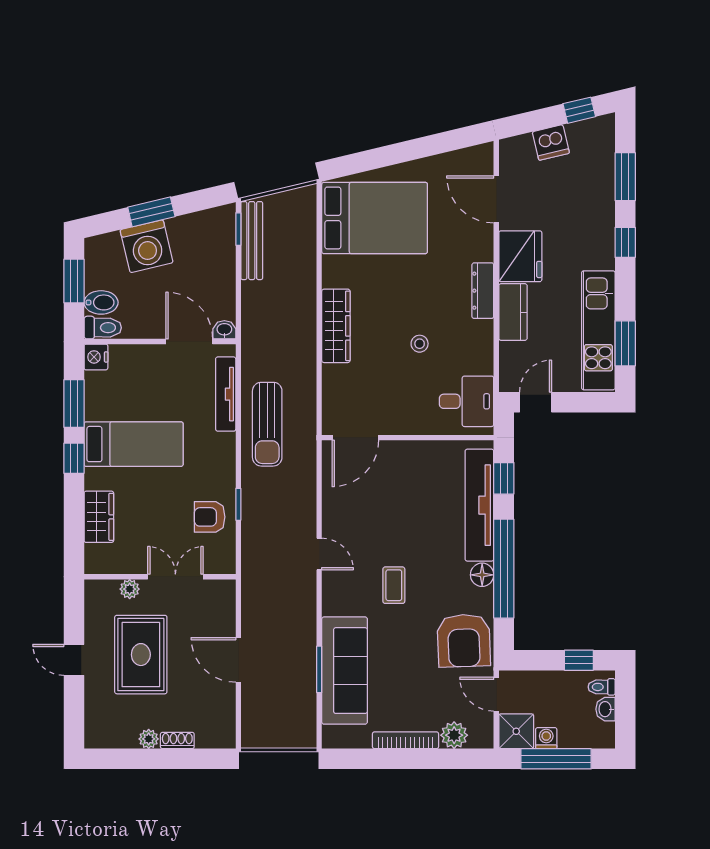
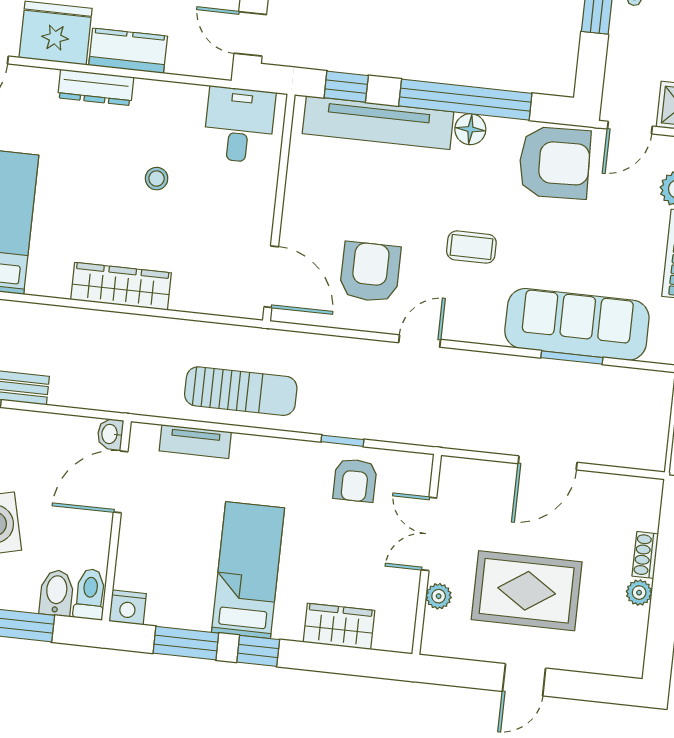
tv unit: (226, 394) -> (195, 441), width x0.71
armchair: (367, 511) -> (370, 272), added

